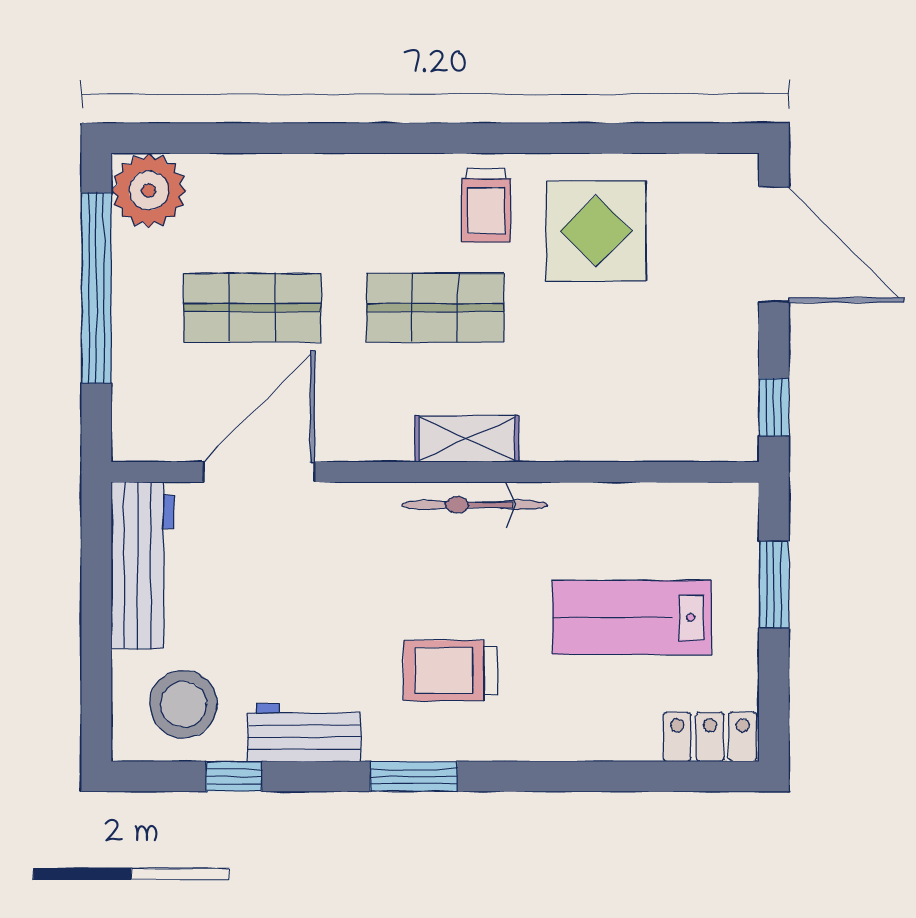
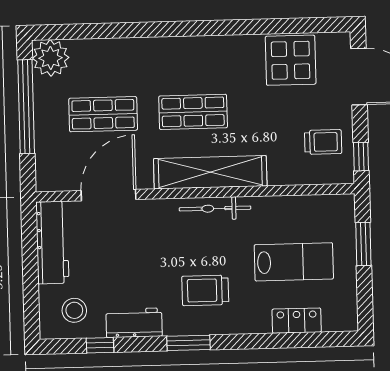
trolley: (486, 205) -> (323, 142), moved, turned -90
display table: (596, 231) -> (291, 60), moved
shelving: (467, 439) -> (210, 172), width x2.20, depth x1.33
lab bench: (632, 617) -> (294, 262), turned 180
stool: (184, 704) -> (74, 310), width x0.73, depth x0.73
locker: (710, 737) -> (297, 321), moved

